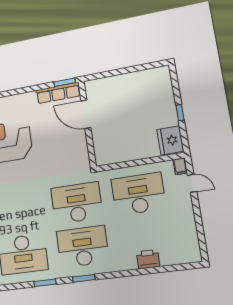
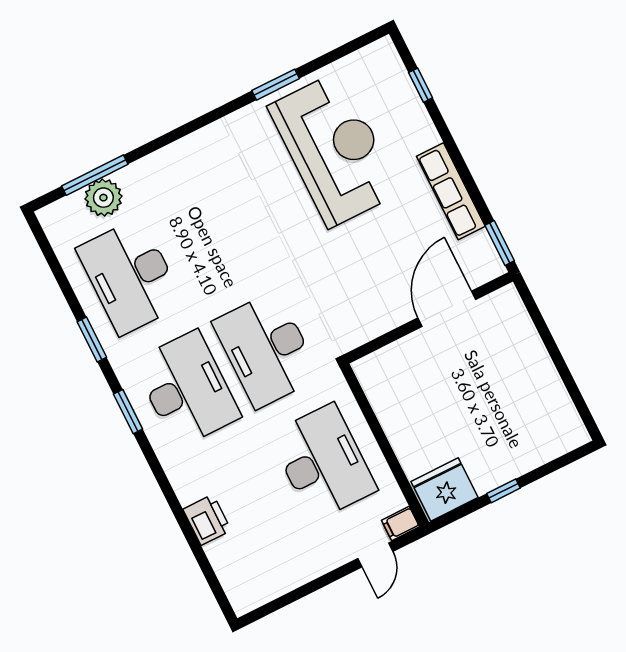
row of seats: (58, 93) -> (451, 191), moved
desk: (77, 203) -> (266, 349), turned 180

